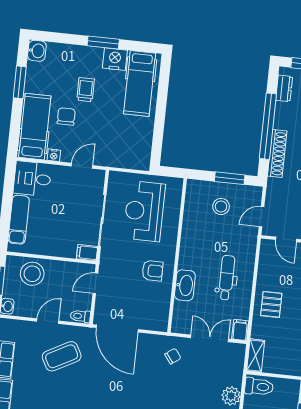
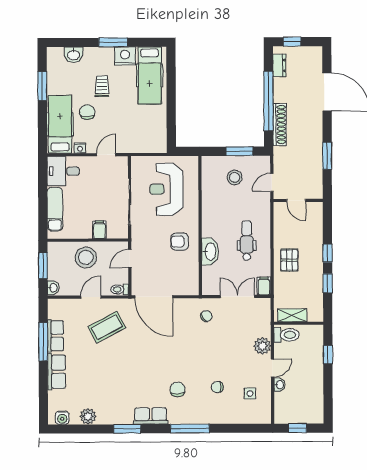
washbasin: (37, 51) -> (74, 55), moved, turned 90
filing cabinet: (87, 253) -> (99, 230), moved, turned 90
armchair: (153, 271) -> (180, 242), turned 180
stool: (32, 274) -> (86, 257), moved
shelving: (256, 356) -> (292, 315), moved, turned 90

